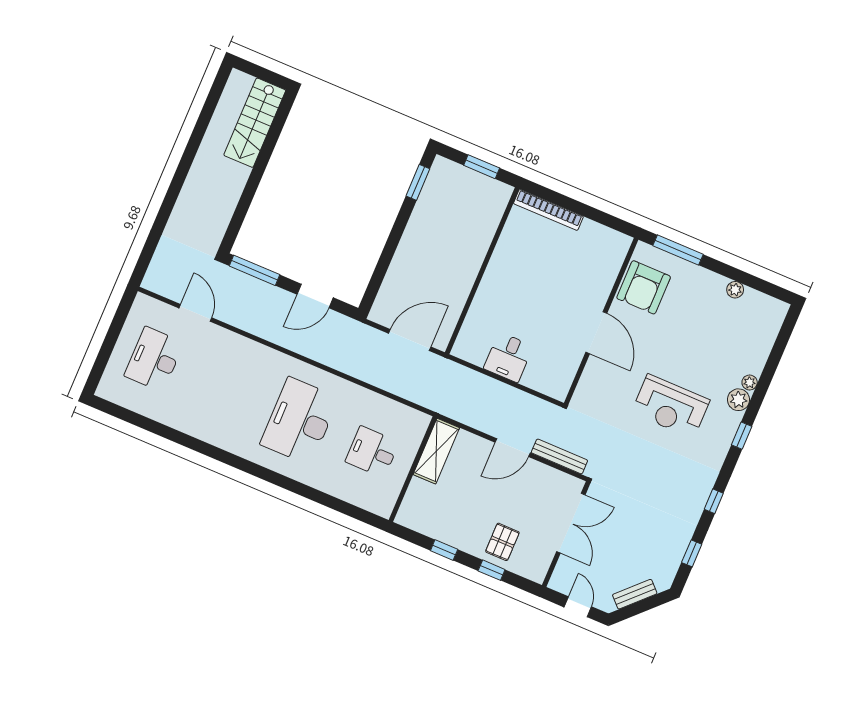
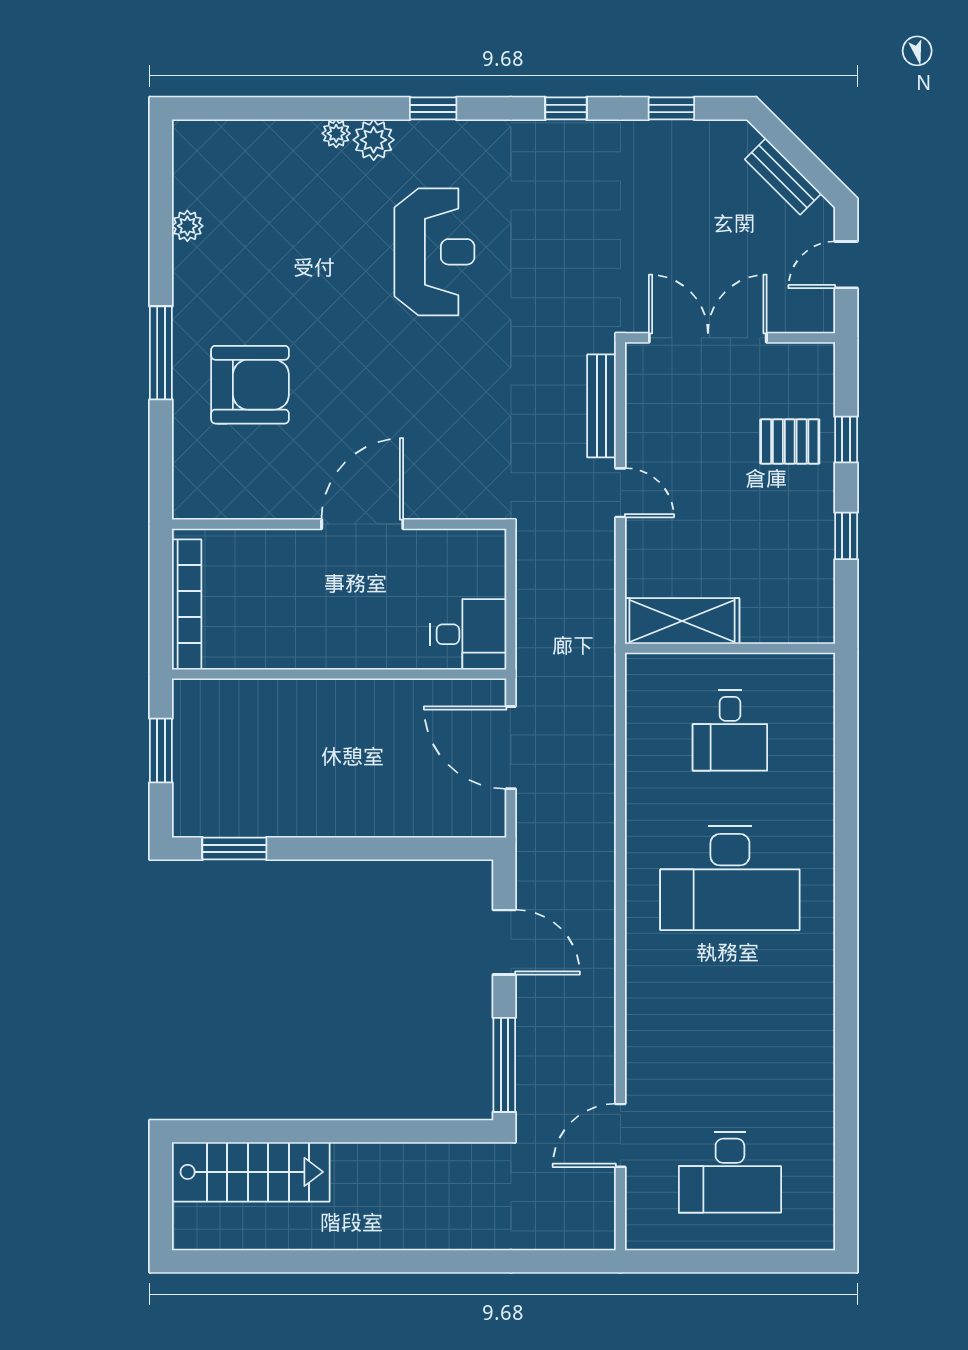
wall: (601, 321) -> (339, 524), moved
door: (596, 333) -> (362, 524), moved
desk: (508, 357) -> (468, 634), moved
door: (513, 448) -> (620, 493), width x0.73

